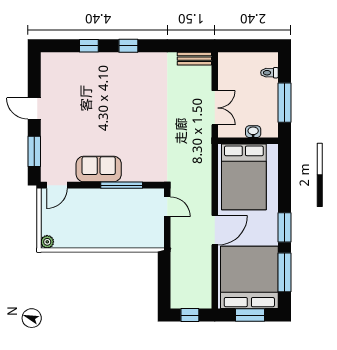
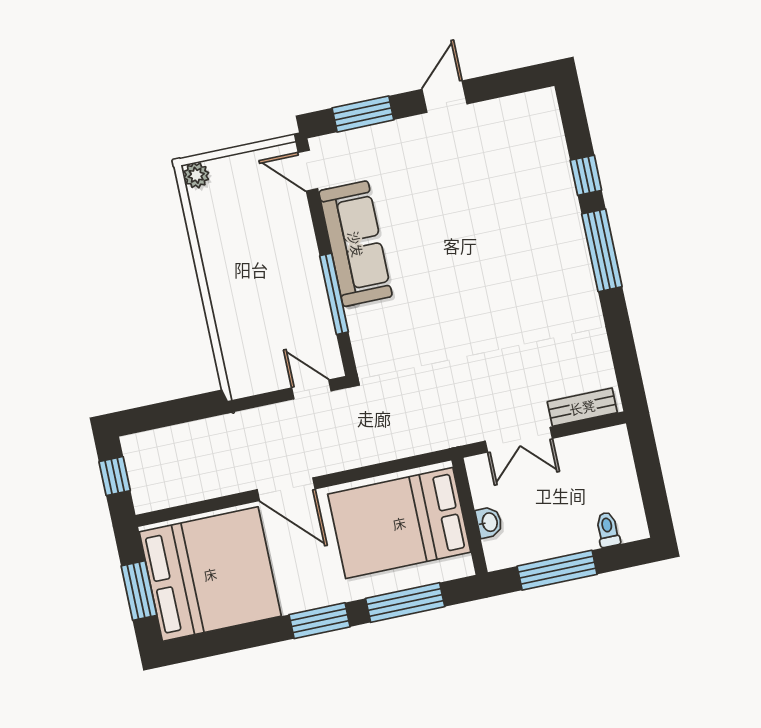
window: (128, 46) -> (602, 250), width x2.17
bench: (194, 59) -> (582, 407), moved, turned 90
sofa: (99, 169) -> (356, 244), width x1.36
door: (167, 207) -> (311, 389), swing flipped
window: (284, 272) -> (405, 602), moved

